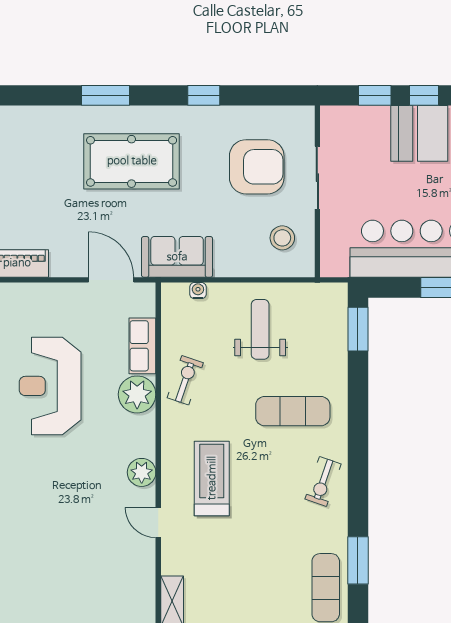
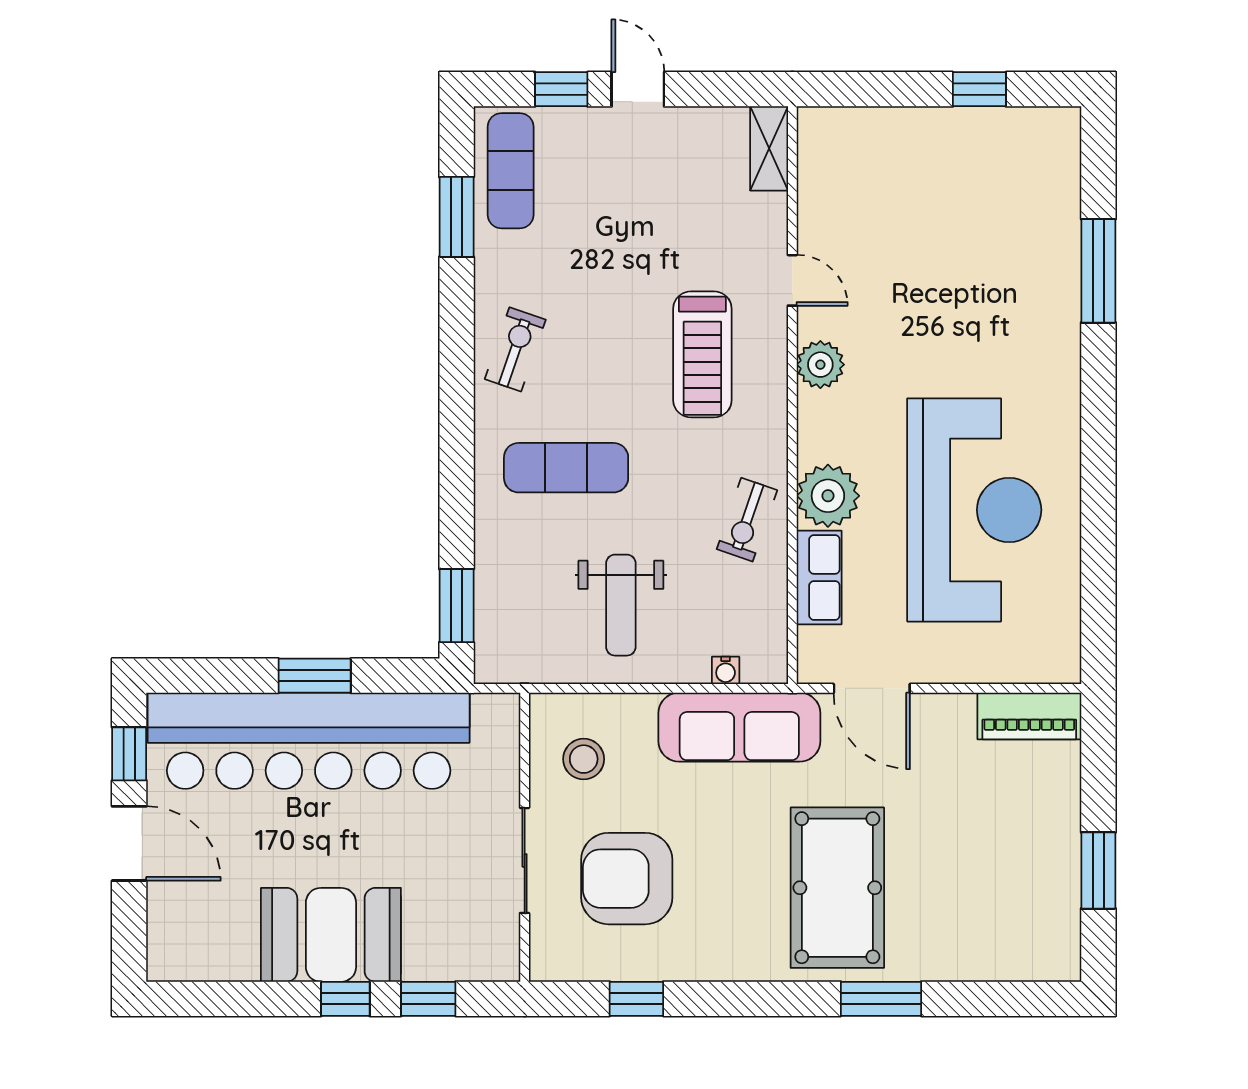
window: (204, 95) -> (636, 999), moved
pool table: (132, 161) -> (837, 888), turned 90
sofa: (177, 257) -> (739, 727), width x1.36
reception desk: (50, 386) -> (974, 510), width x1.36, depth x1.30

